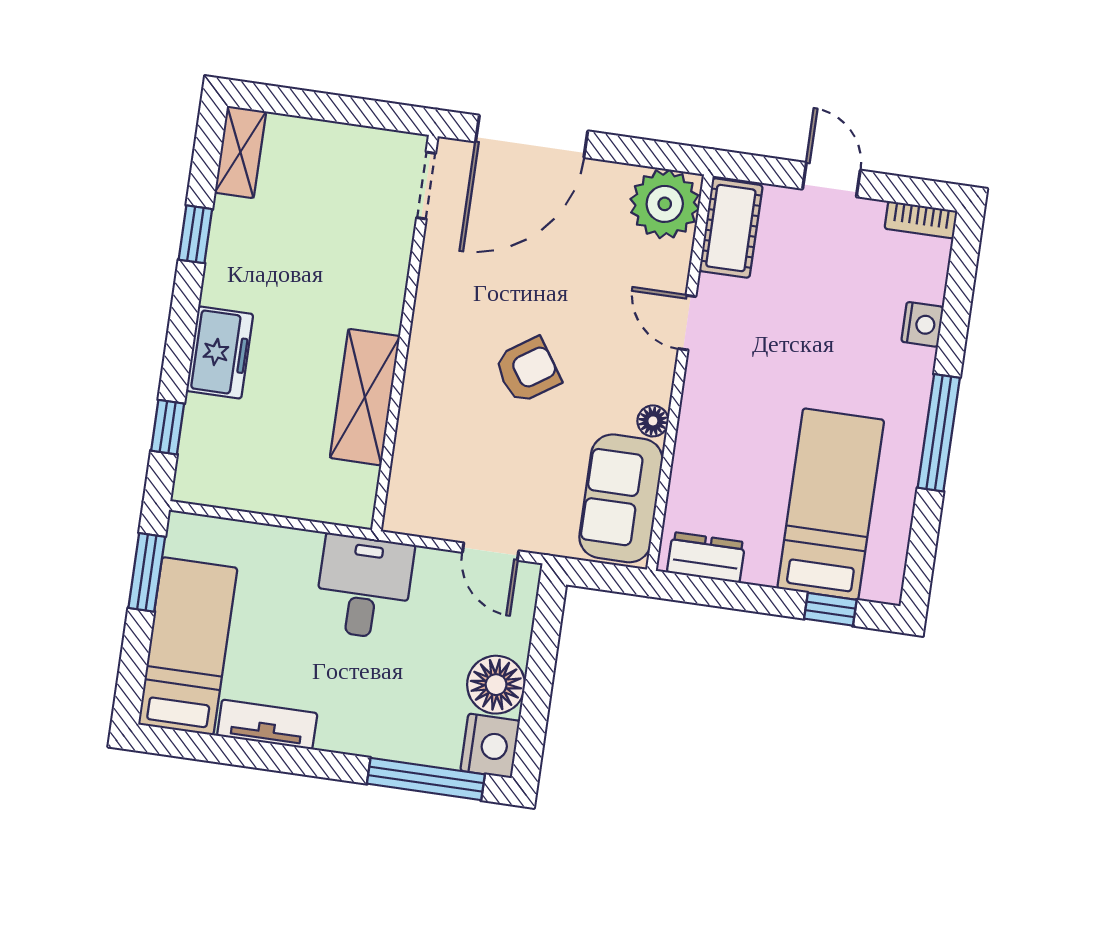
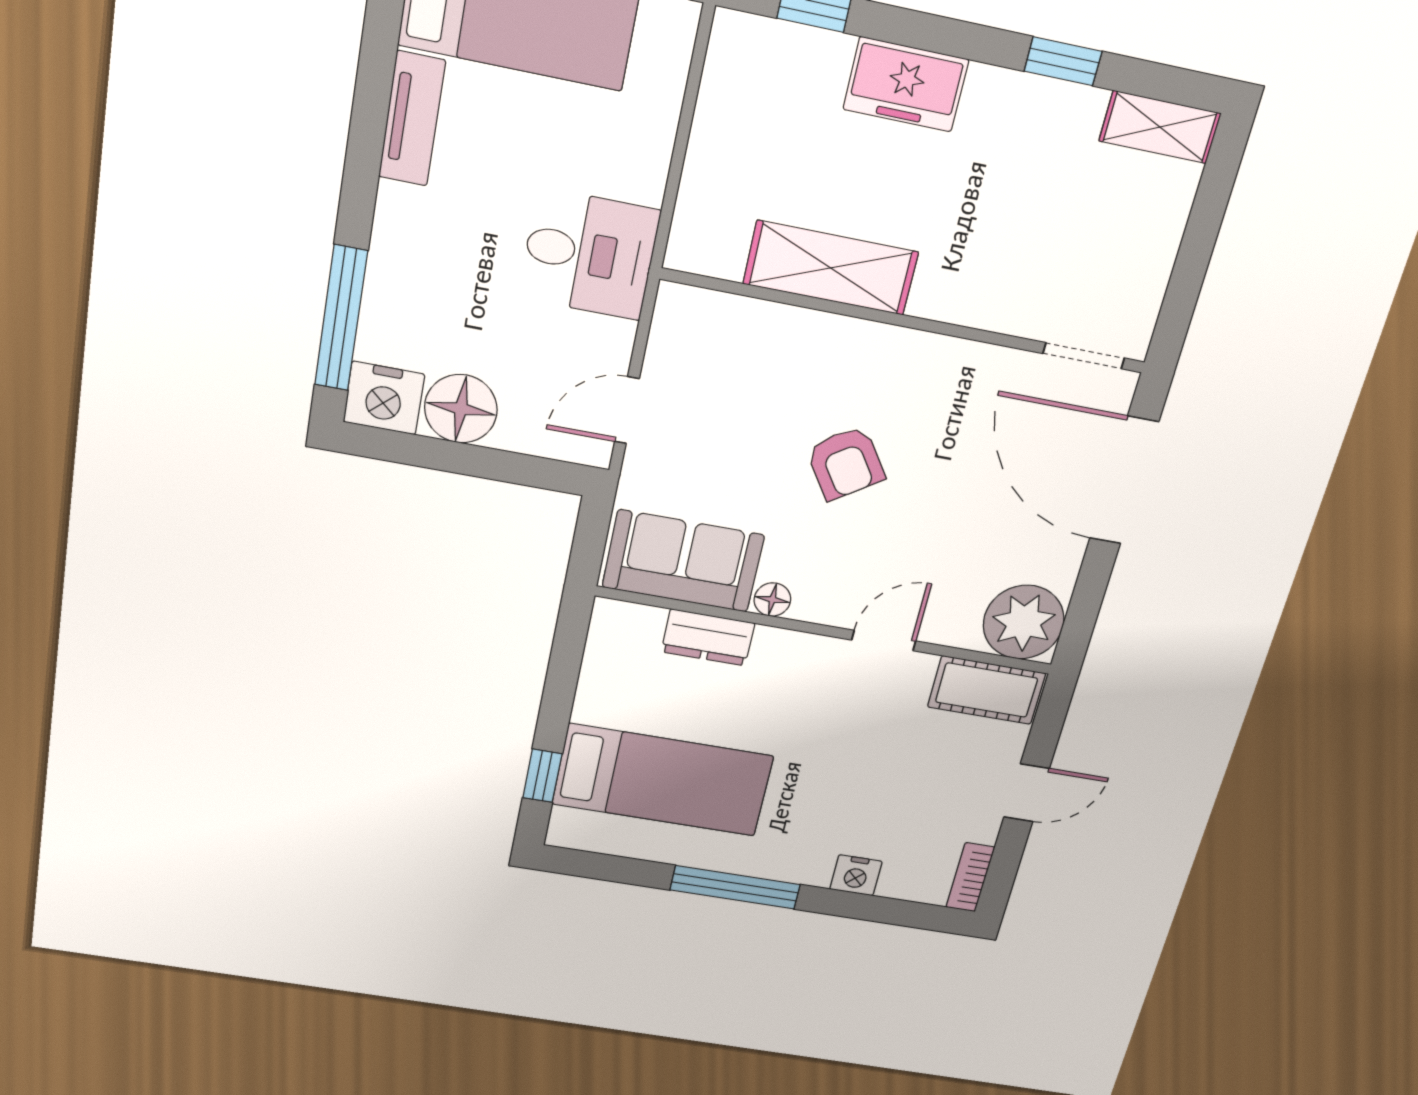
dresser: (706, 557) -> (708, 637), moved, turned 90

